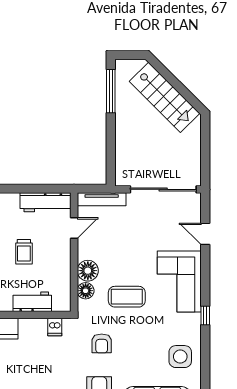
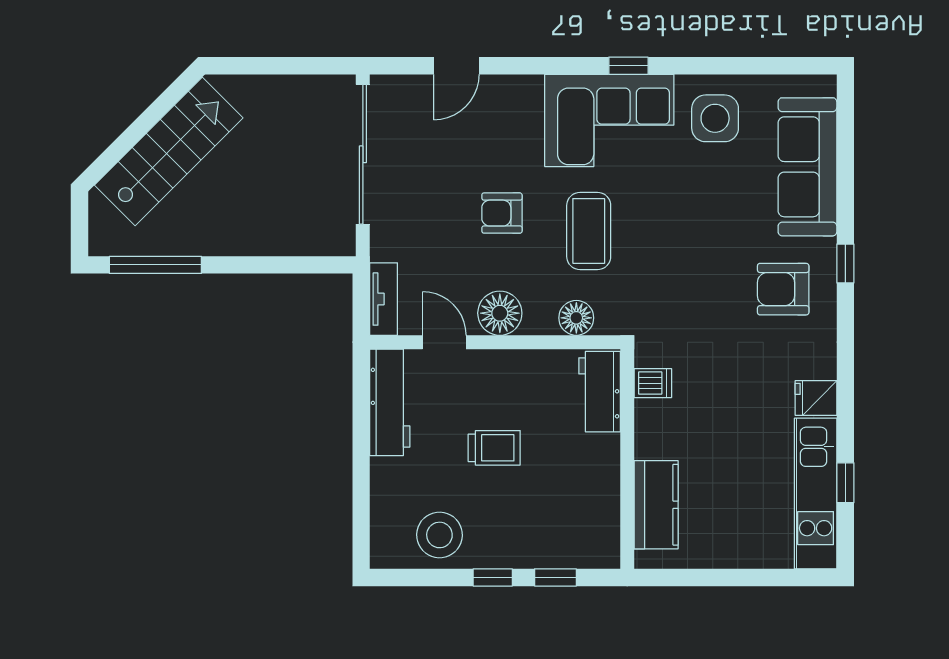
tv unit: (102, 199) -> (384, 299), width x0.71
floor lamp: (88, 271) -> (500, 313), moved
corner sofa: (179, 282) -> (609, 120), moved
workbench: (32, 302) -> (600, 392), moved
armchair: (102, 343) -> (502, 213), moved, turned 180

